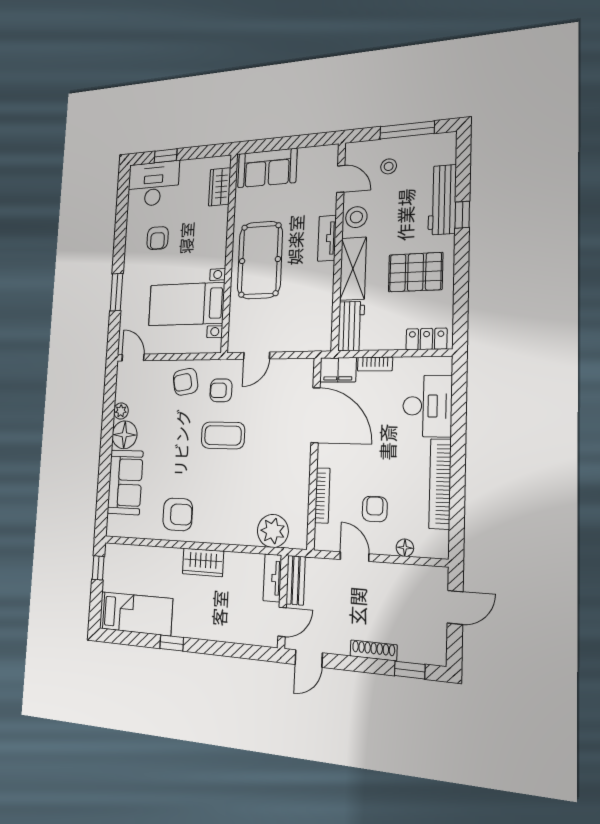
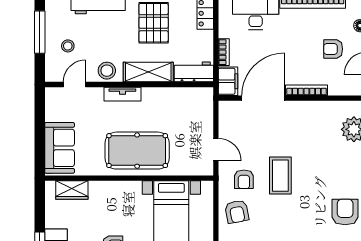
bookcase: (322, 495) -> (307, 90), moved

